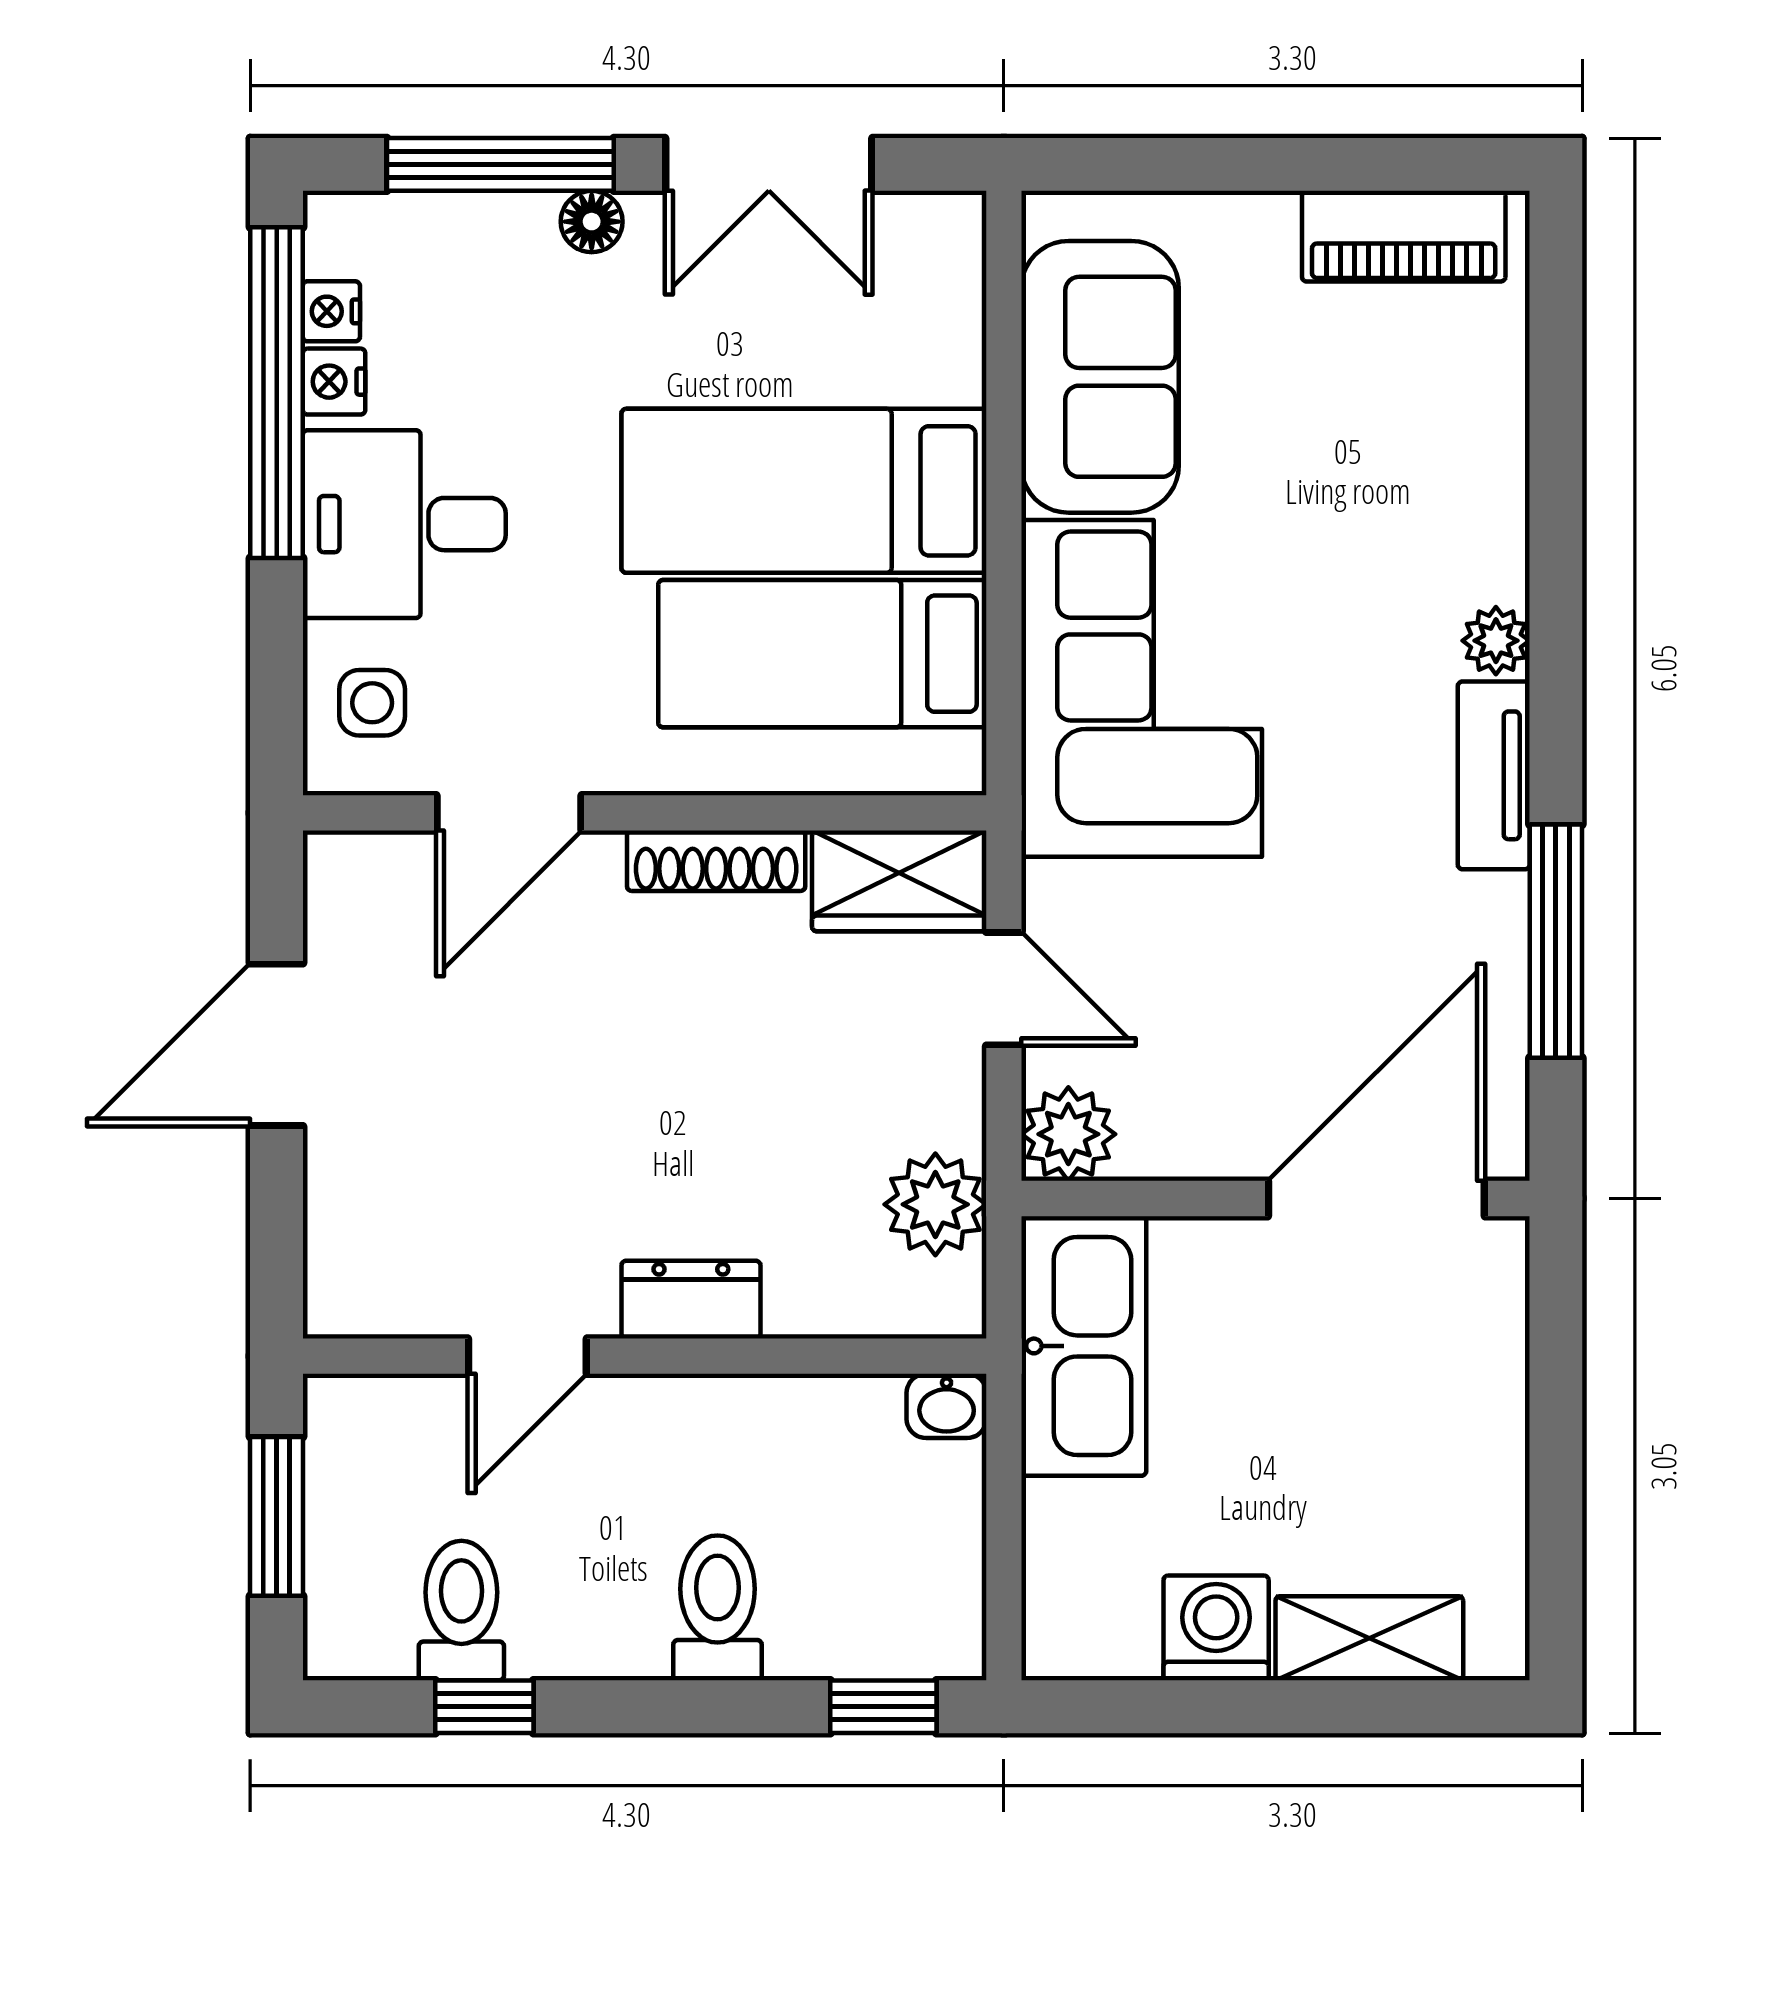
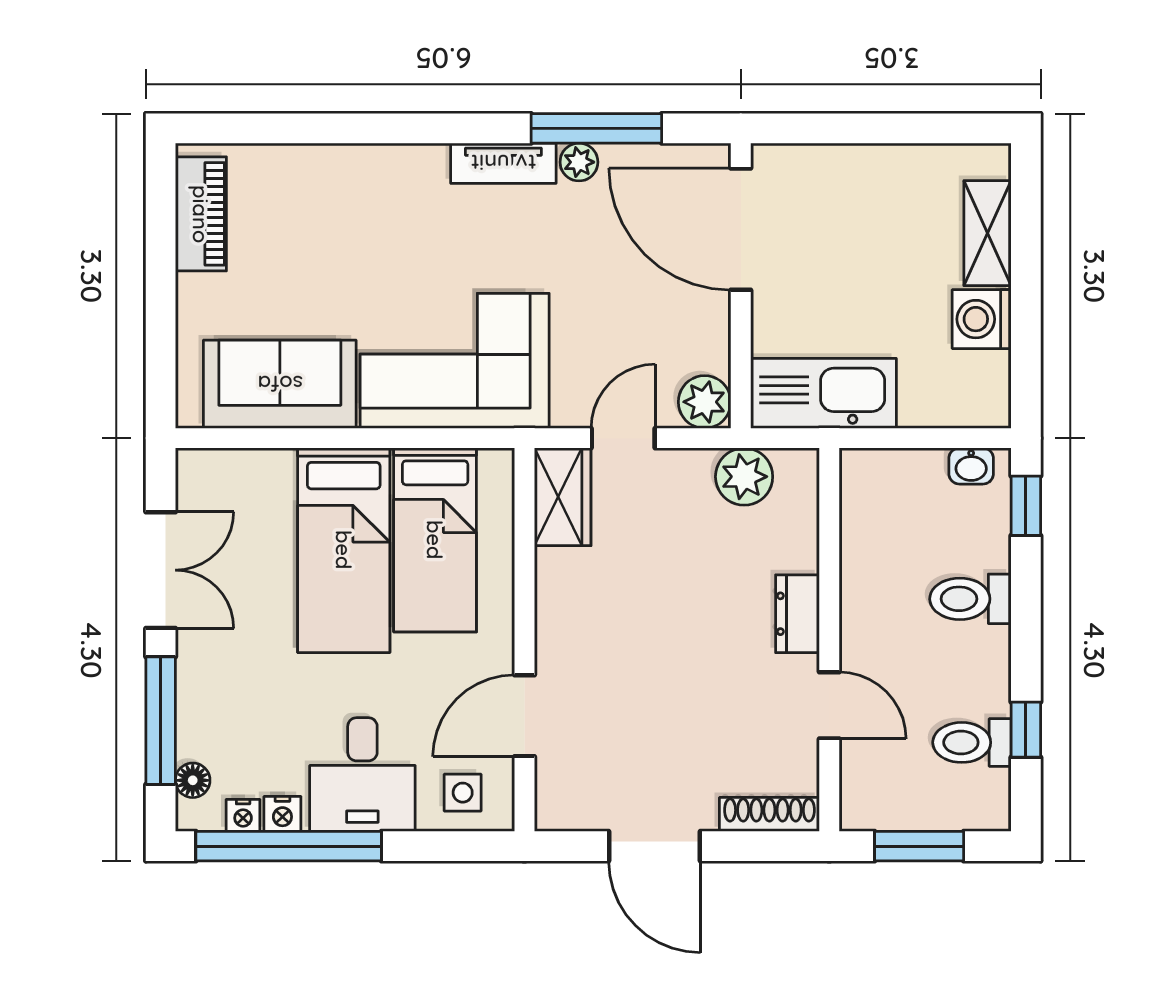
floor lamp: (592, 222) -> (193, 780), moved
plant: (1496, 641) -> (579, 162), moved
door: (509, 813) -> (524, 716), swing flipped
shoe rack: (716, 861) -> (769, 814), moved, turned -90
washbasin: (947, 1406) -> (971, 466), moved, turned 90

